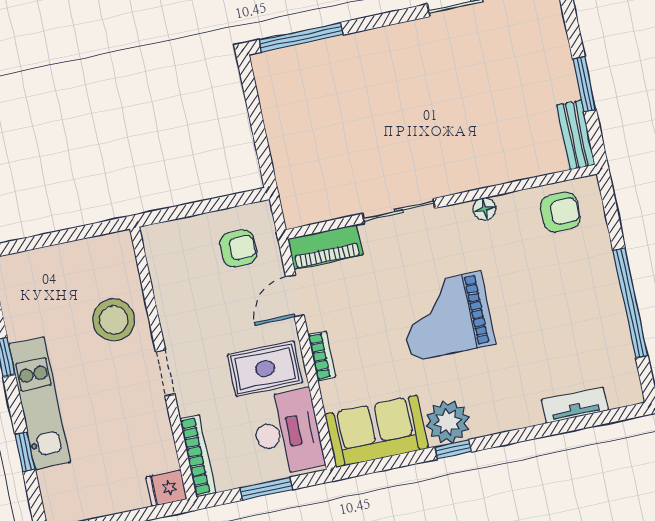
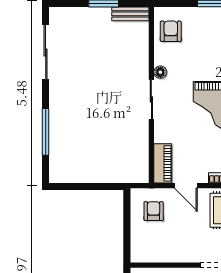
window: (301, 37) -> (46, 132), moved
sliding door: (399, 211) -> (151, 99), moved

